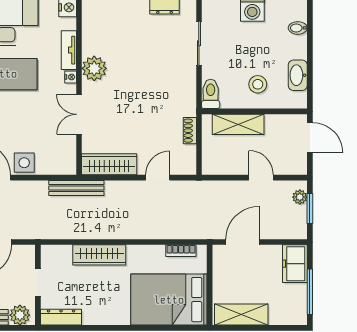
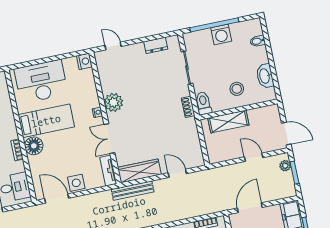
tv unit: (69, 50) -> (108, 171), moved
shoe rack: (190, 131) -> (188, 107), moved
door: (310, 138) -> (286, 134), moved
door: (158, 178) -> (177, 173), hinge flipped
bench: (76, 188) -> (133, 191), moved

